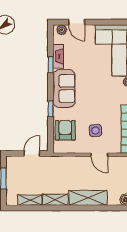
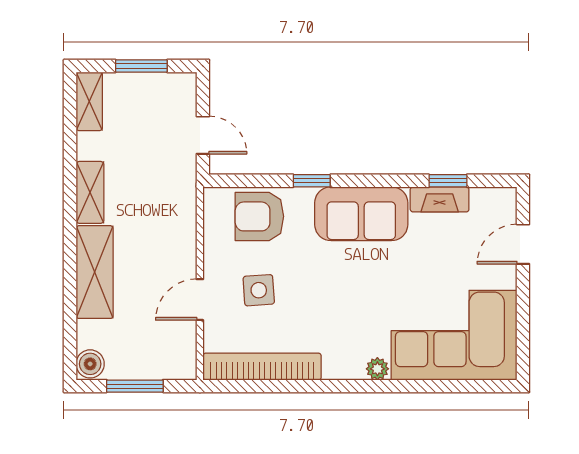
plant: (62, 30) -> (505, 208), removed
window: (51, 65) -> (448, 181), moved
armchair: (65, 130) -> (259, 216), turned 180
shelving: (30, 200) -> (89, 101), moved

